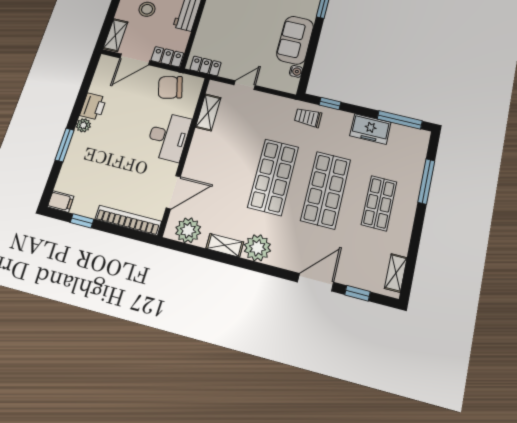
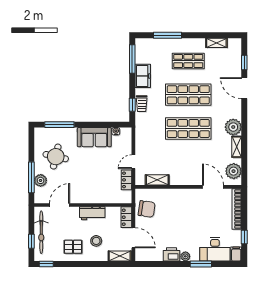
locker: (206, 66) -> (127, 180), moved
door: (245, 85) -> (133, 162), hinge flipped
chair: (170, 87) -> (147, 209), turned -67
trolley: (308, 118) -> (142, 104), moved
desk: (168, 137) -> (215, 249), moved, turned 180
shelving: (396, 273) -> (216, 43), moved

